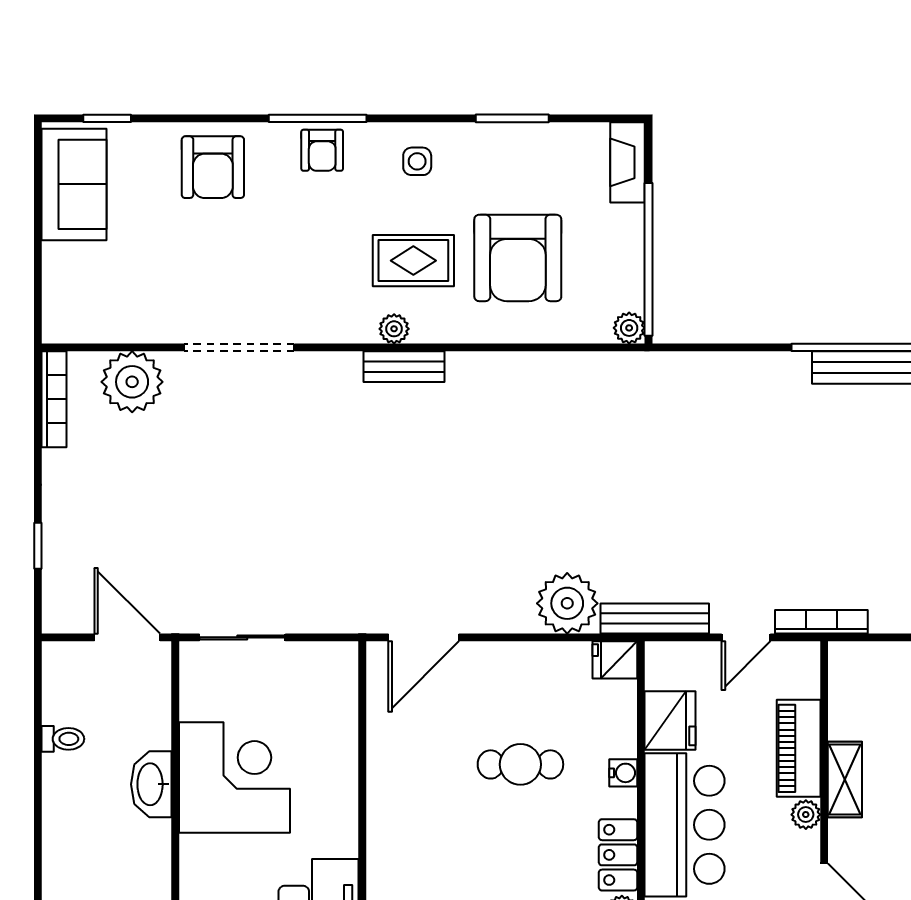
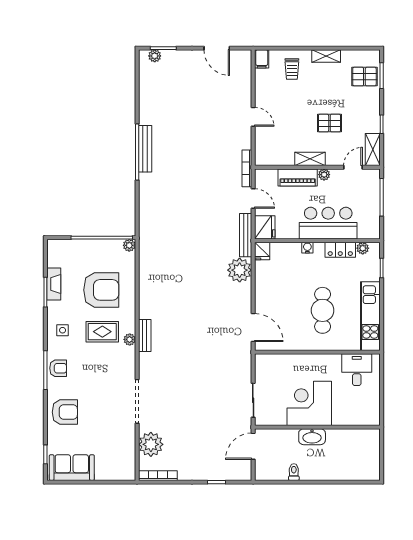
fireplace: (628, 162) -> (54, 284), moved, turned -90
rug: (413, 261) -> (102, 332), turned 90
fridge: (670, 721) -> (265, 227), moved, turned 90
cafe table: (520, 764) -> (323, 310), moved, width x1.37, depth x1.35

